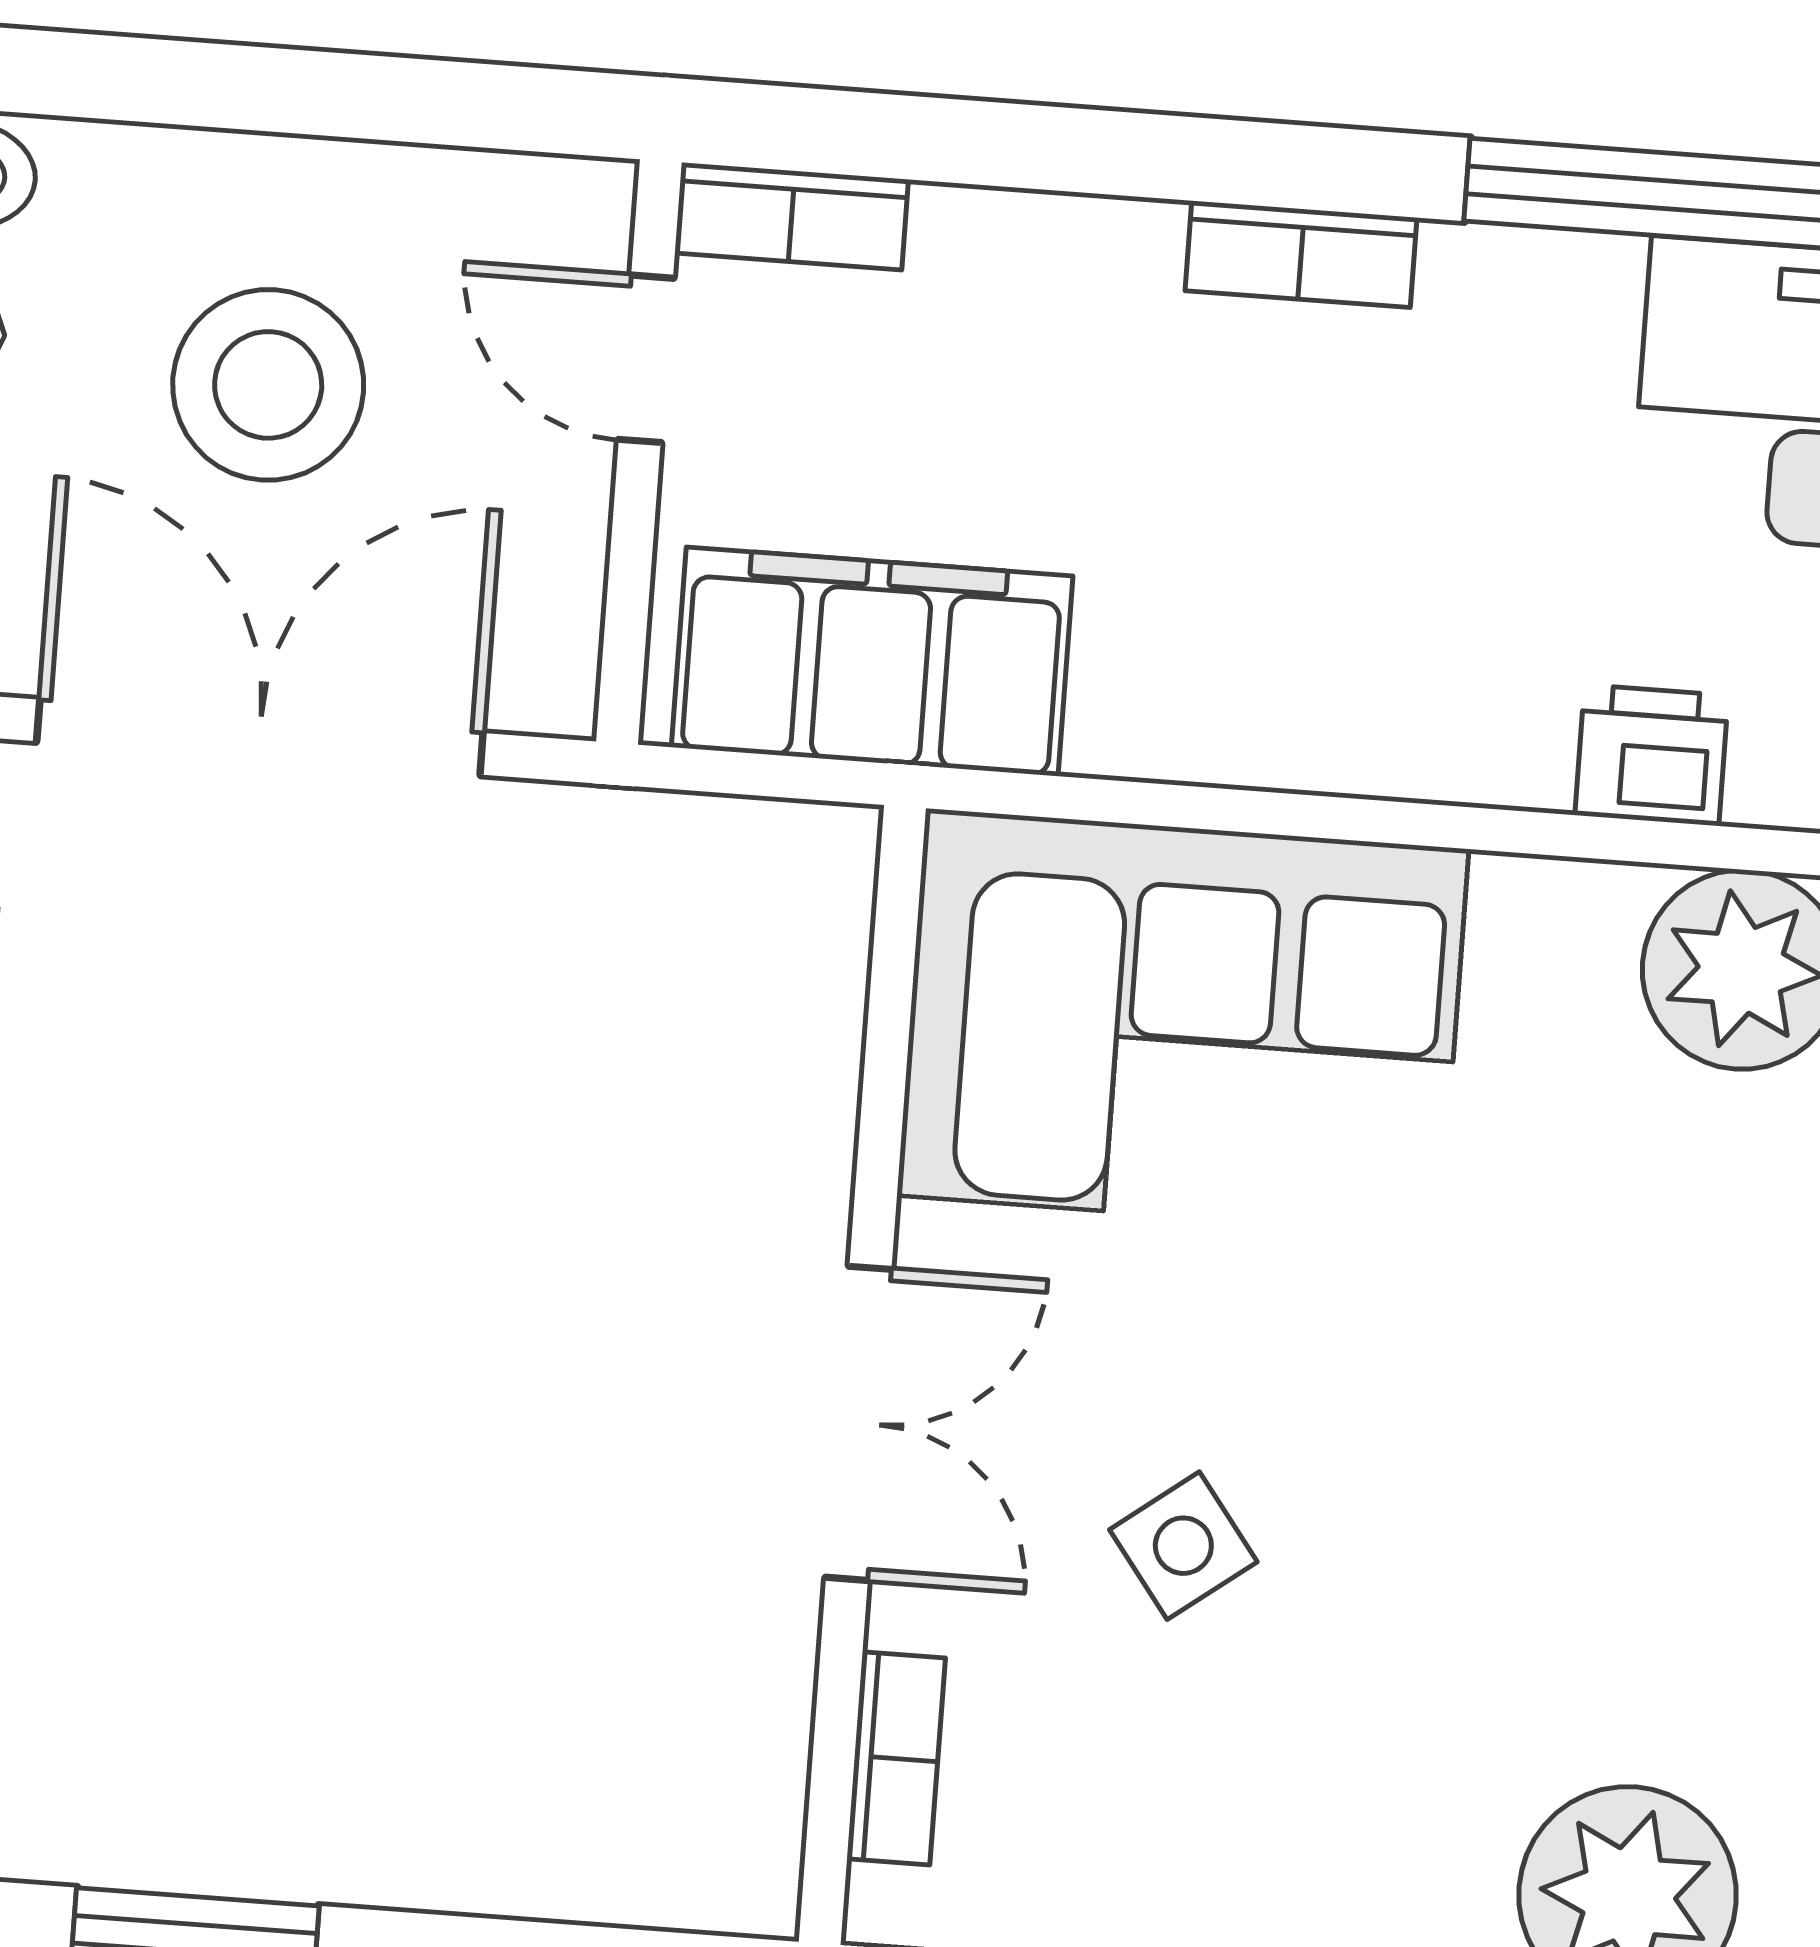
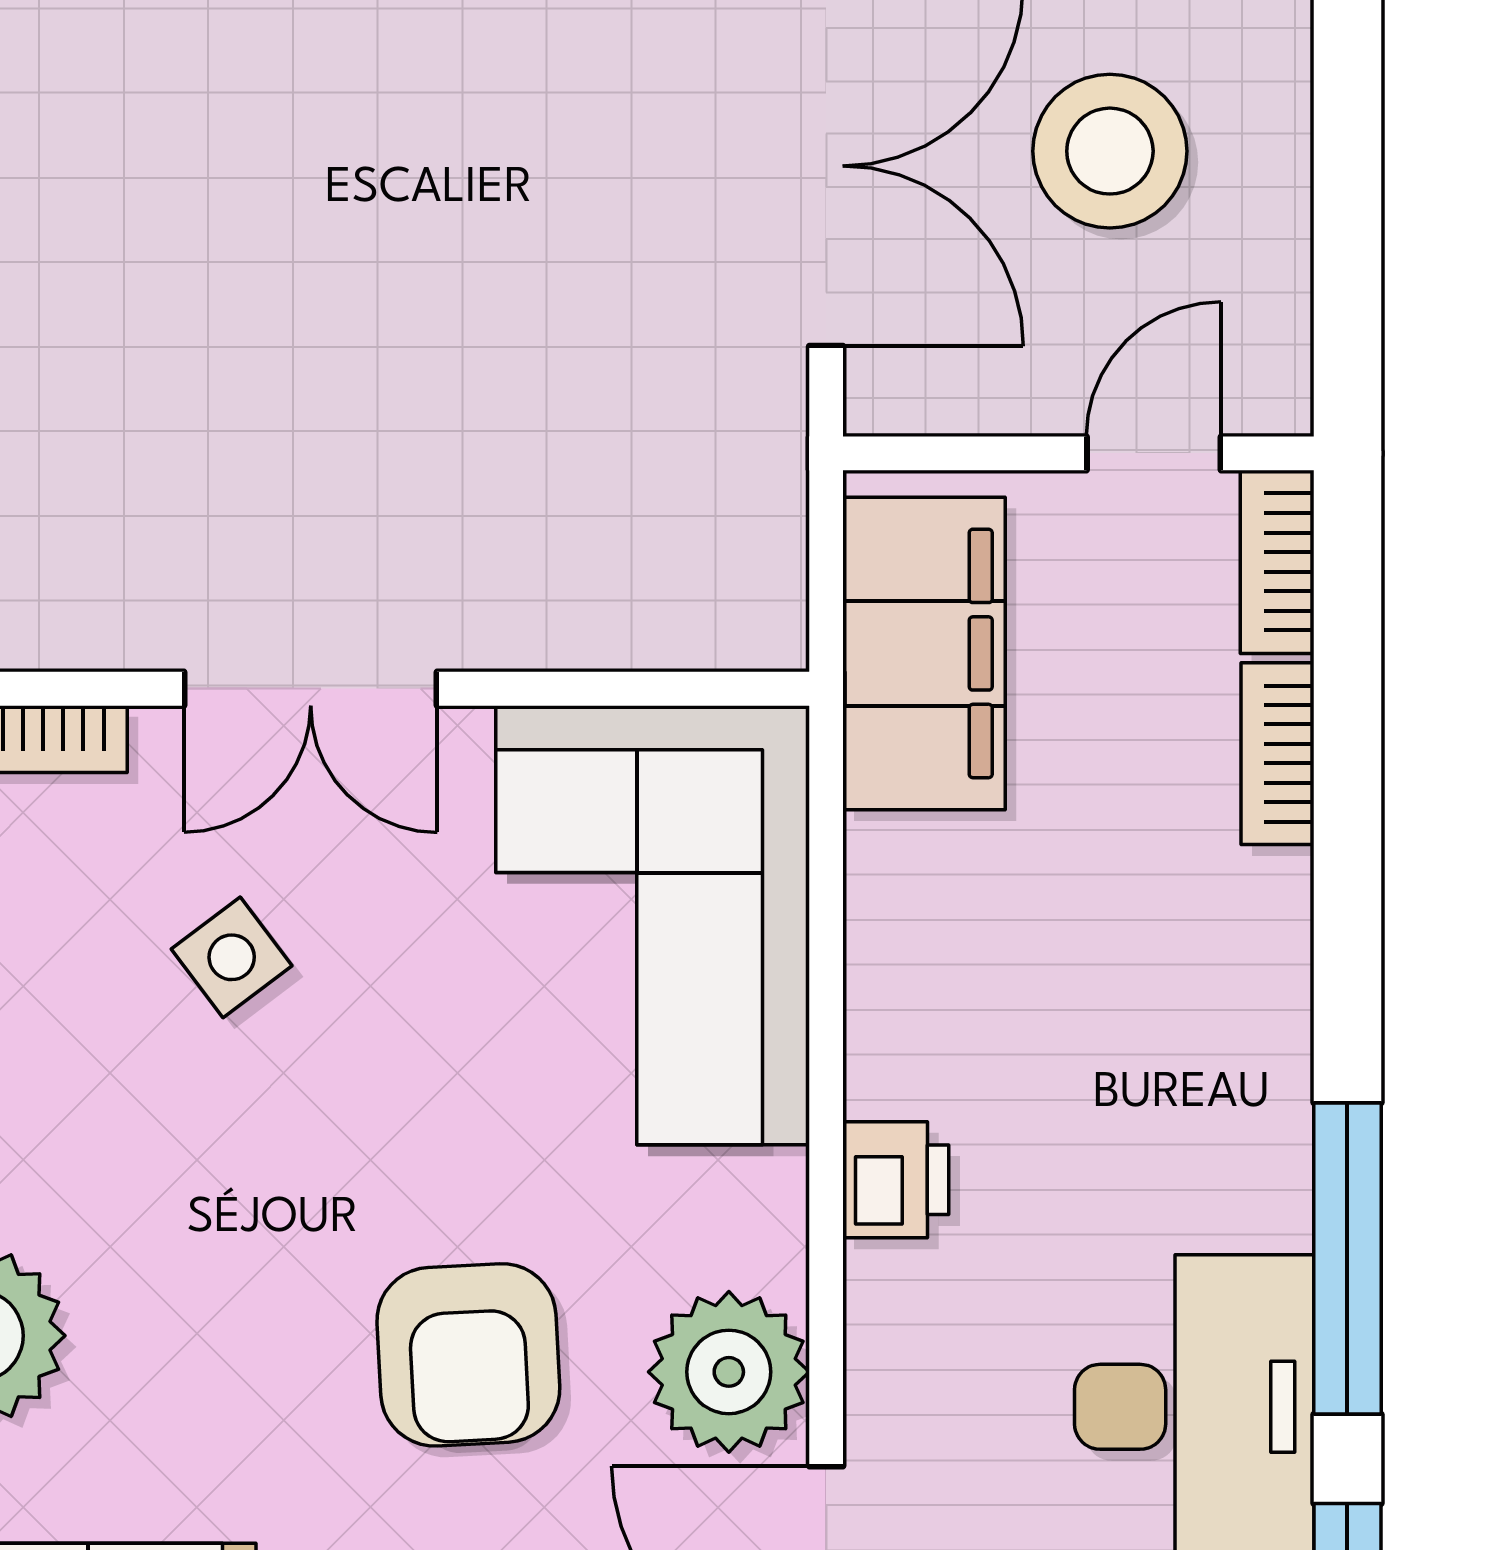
bookcase: (1301, 254) -> (1277, 754), moved
printer: (1652, 755) -> (896, 1180), moved
armchair: (1697, 1290) -> (468, 1355), added

